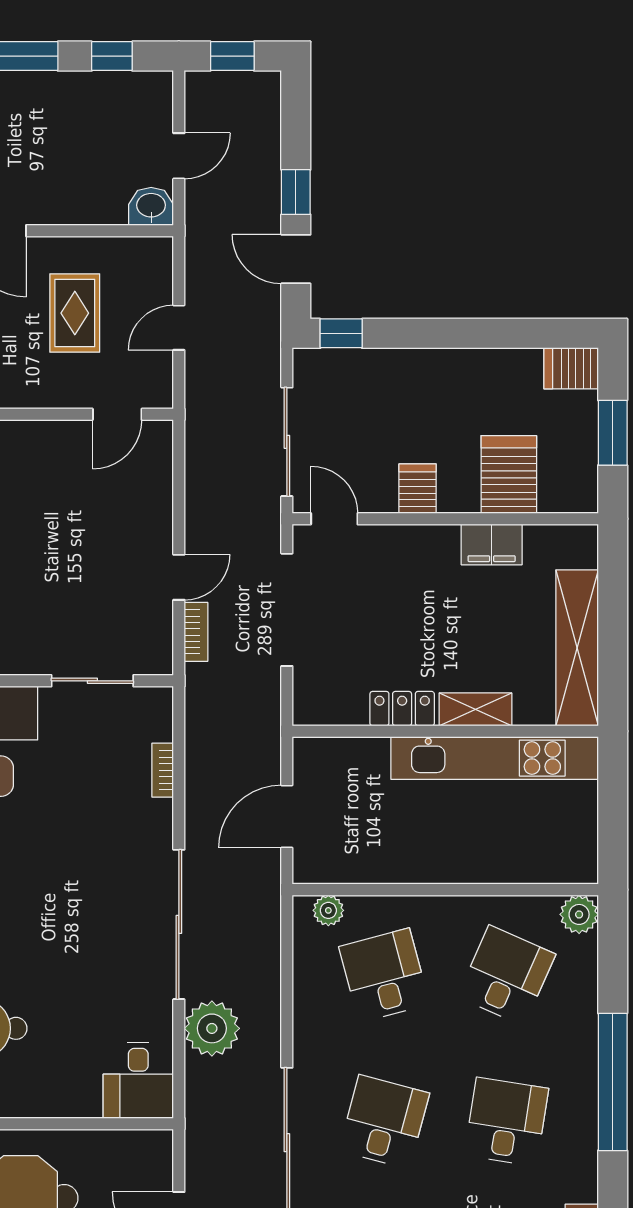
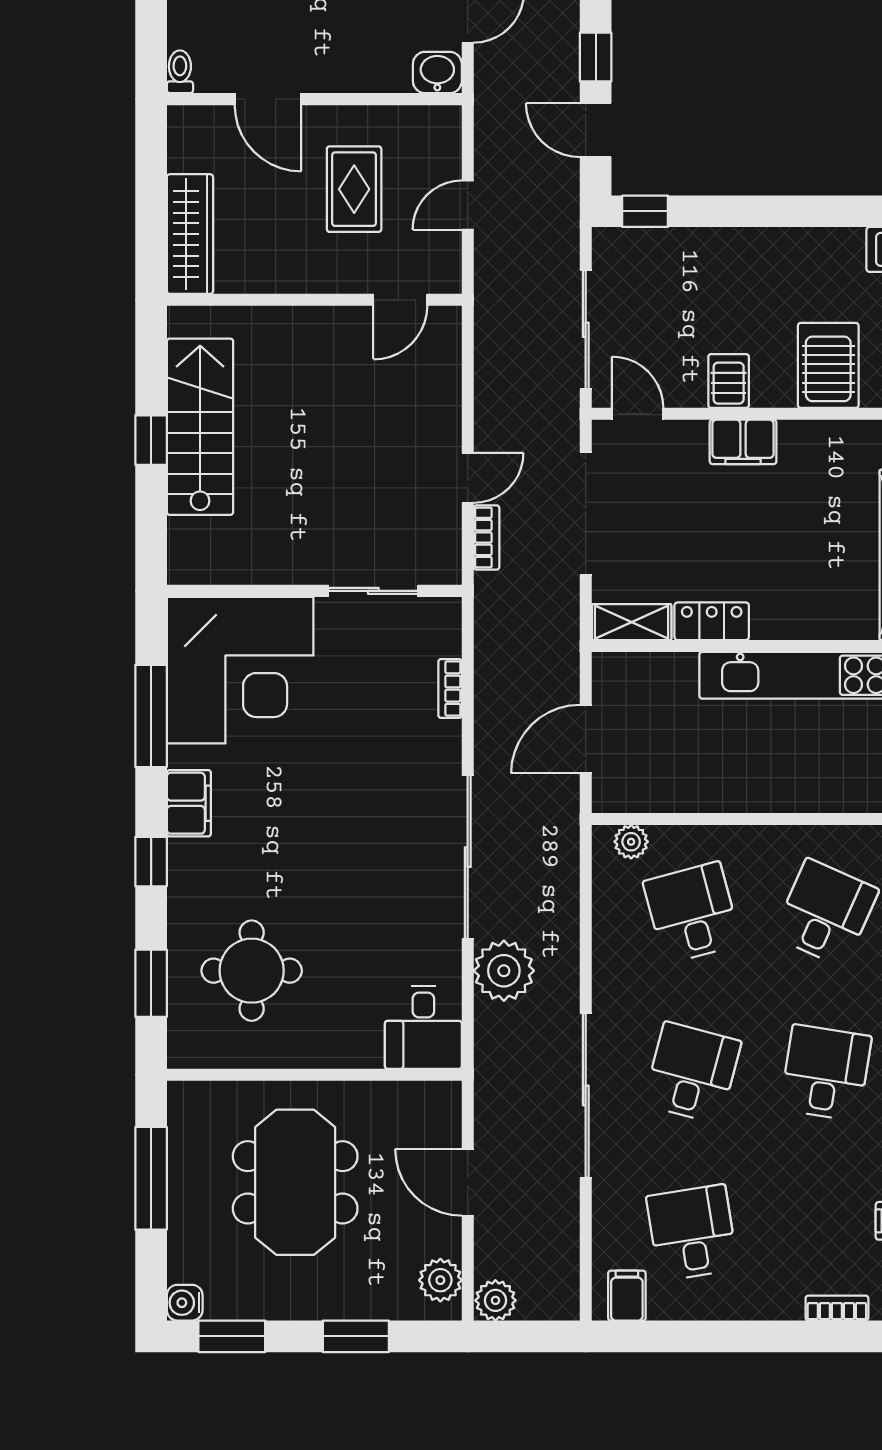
filing cabinet: (492, 544) -> (743, 442), moved
shelving: (475, 709) -> (632, 622), moved

